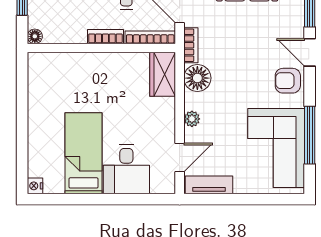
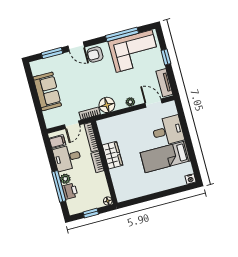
door: (310, 52) -> (76, 47), hinge flipped
wardrobe: (163, 74) -> (113, 155), moved, turned -90
armchair: (288, 81) -> (95, 54), turned 90
window: (252, 199) -> (166, 57), added

